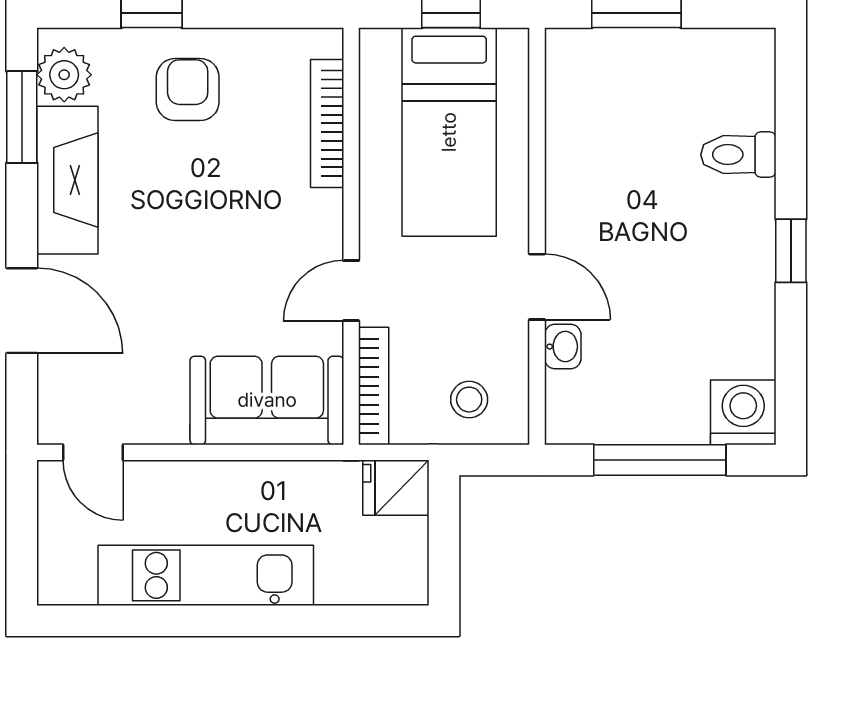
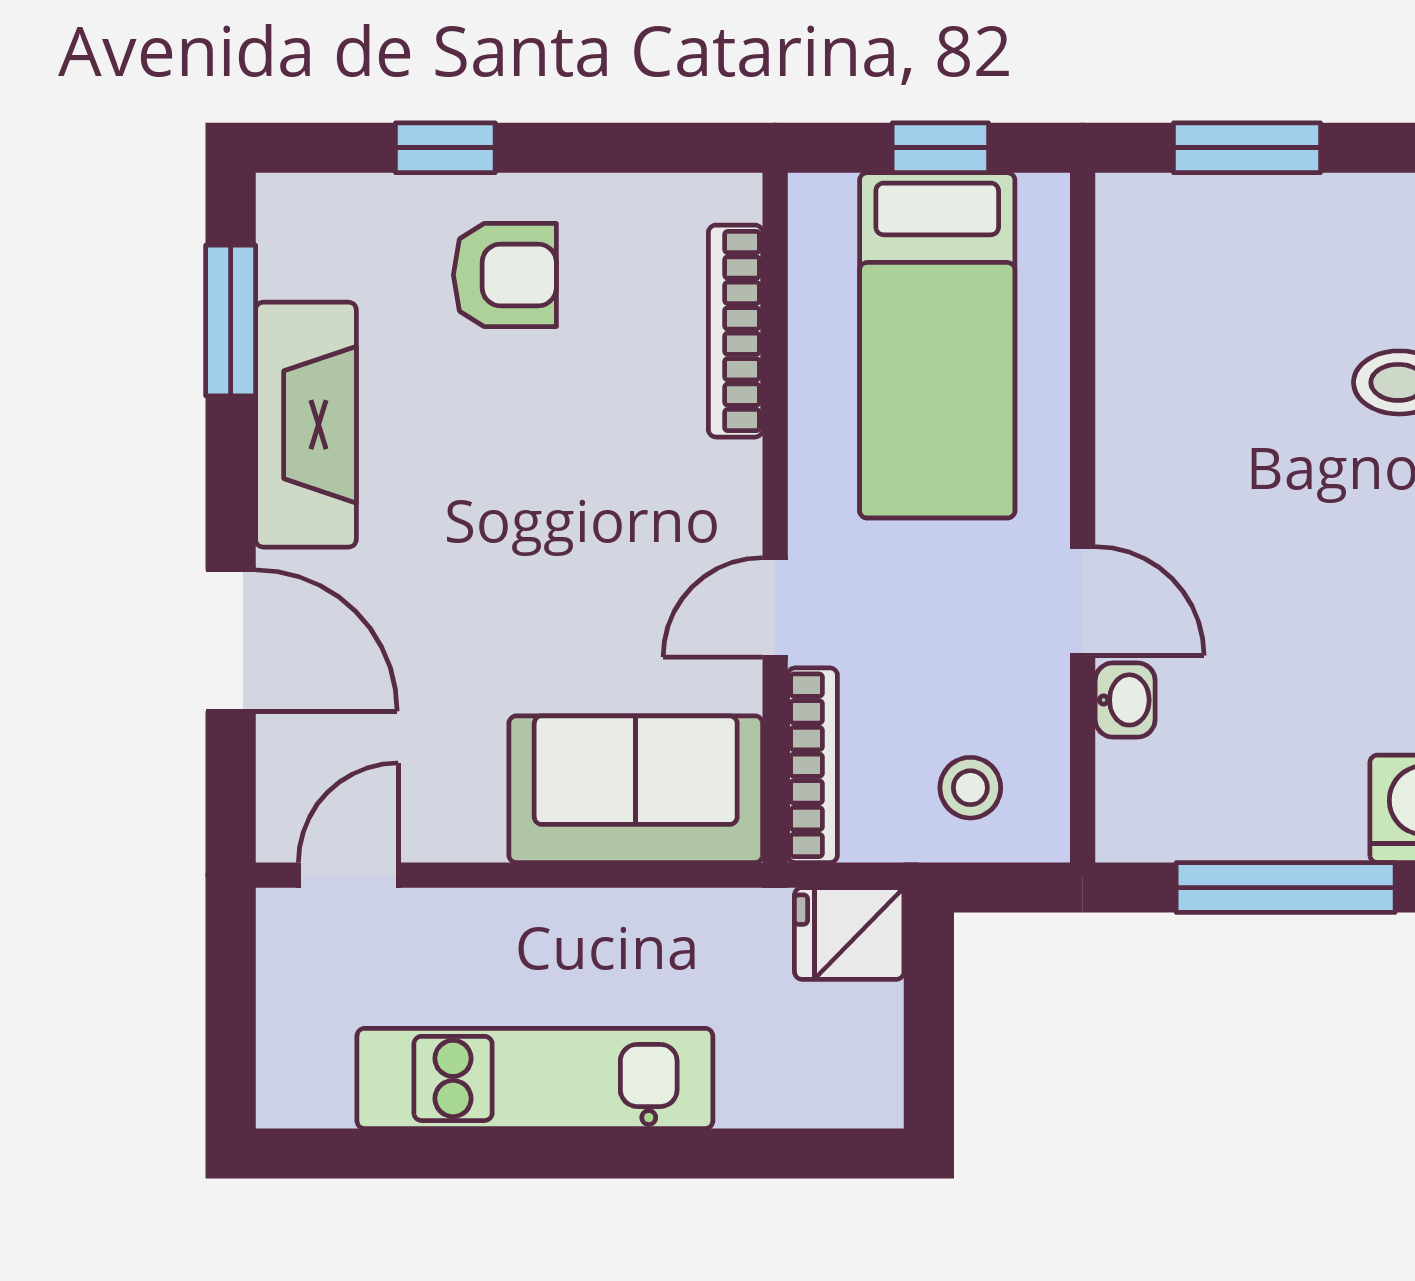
plant: (64, 75) -> (301, 251), removed
armchair: (188, 90) -> (505, 275), turned 90
door: (93, 452) -> (348, 875), swing flipped

